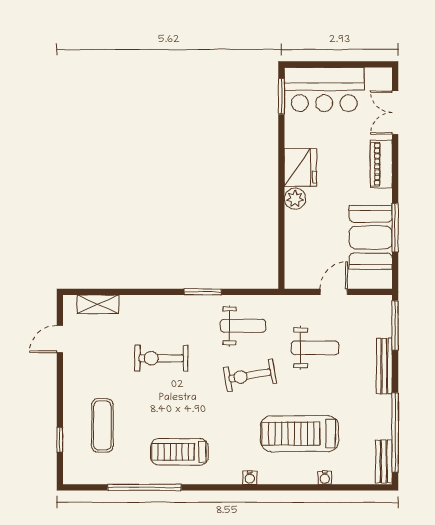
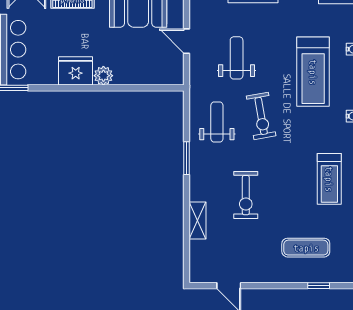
shelving: (98, 304) -> (198, 221), moved

